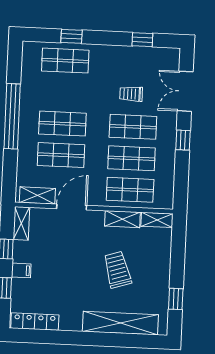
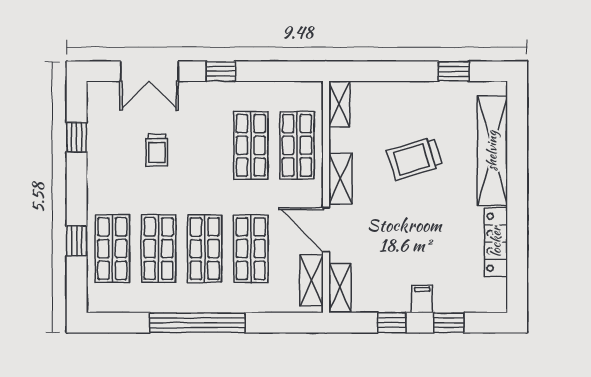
shop shelf: (133, 127) -> (159, 249), moved
shelving: (122, 219) -> (340, 179), moved
shelving: (21, 223) -> (340, 288), moved, turned 90
locker: (35, 322) -> (496, 242), moved

